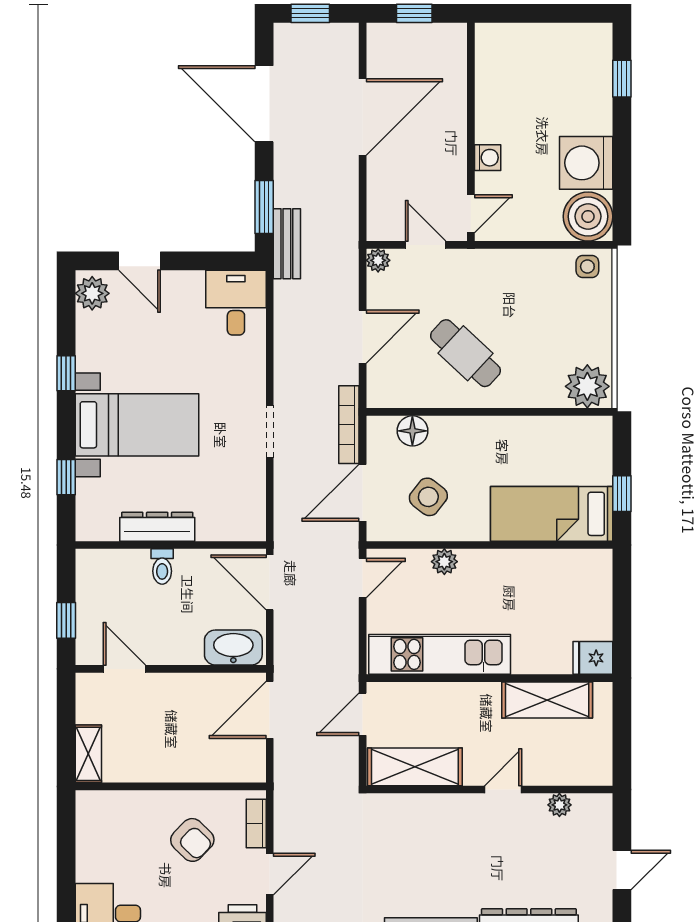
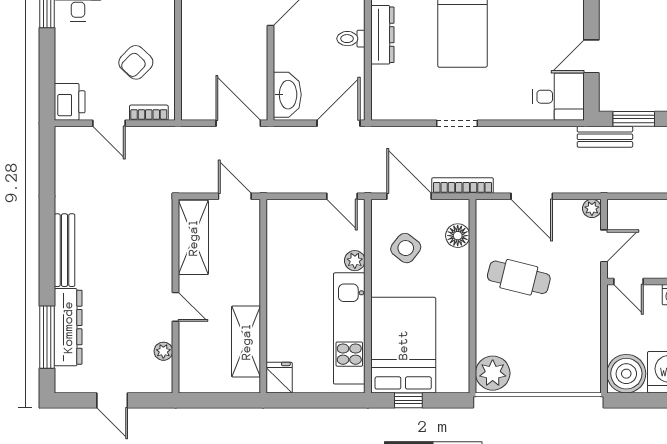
door: (139, 261) -> (591, 56), moved
side table: (587, 267) -> (587, 373), removed
cafe table: (466, 353) -> (519, 277), turned 61
bed: (552, 514) -> (403, 345), width x1.50
kitchen unit: (440, 654) -> (349, 328), moved, turned 180

